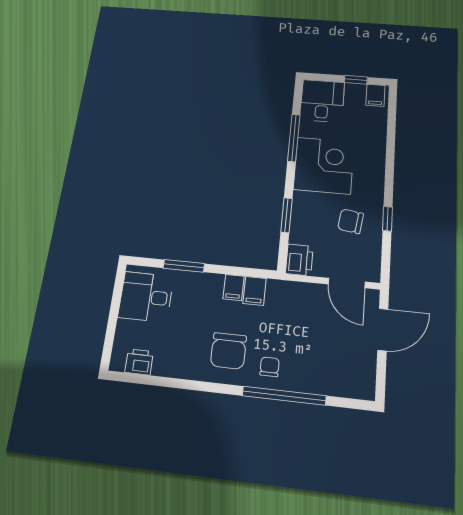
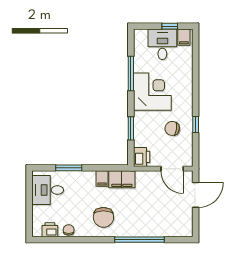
desk: (322, 101) -> (162, 44), moved
filing cabinet: (255, 291) -> (122, 179), width x2.00
chair: (270, 367) -> (69, 230), moved

